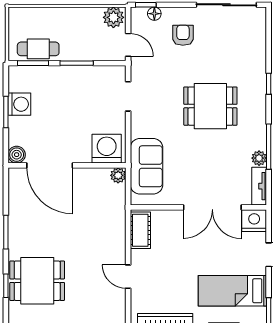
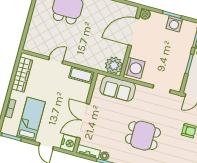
dining table: (210, 106) -> (143, 136), turned 90
plant: (118, 175) -> (114, 65), width x1.87, depth x1.87

